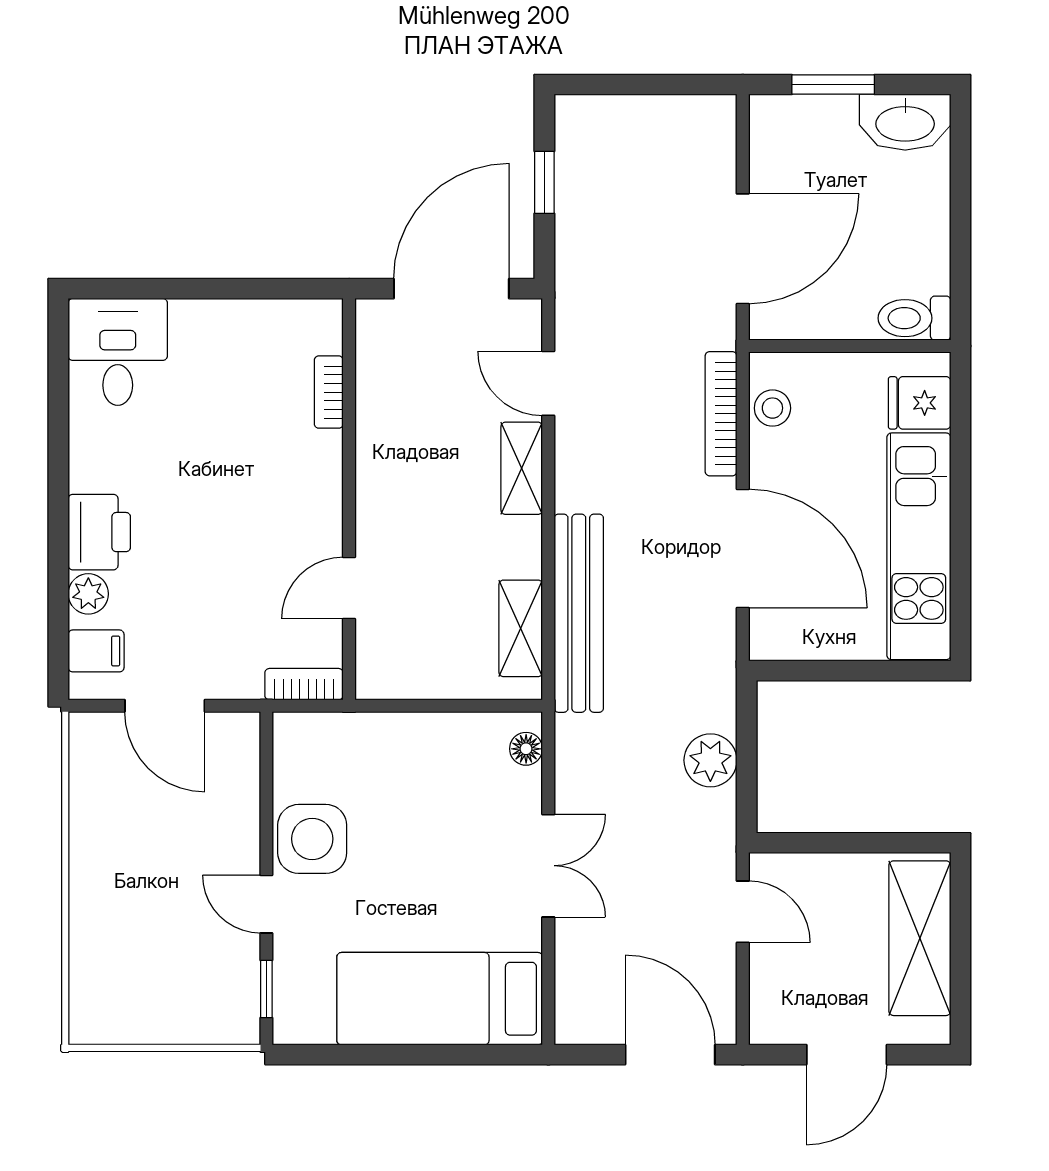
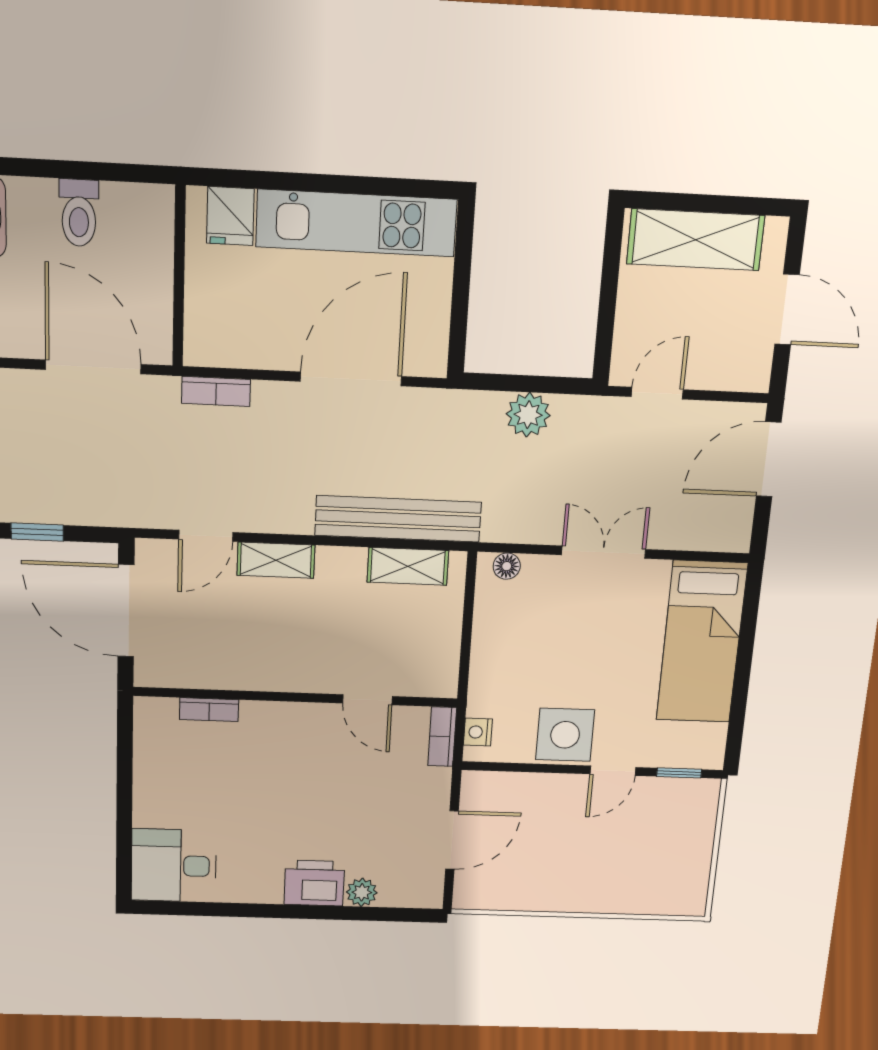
toilet: (914, 318) -> (79, 213), moved
stool: (772, 408) -> (231, 347), removed
bookcase: (721, 414) -> (216, 391), width x0.64
filing cabinet: (96, 651) -> (406, 888), removed
nightstand: (312, 729) -> (478, 732), added

